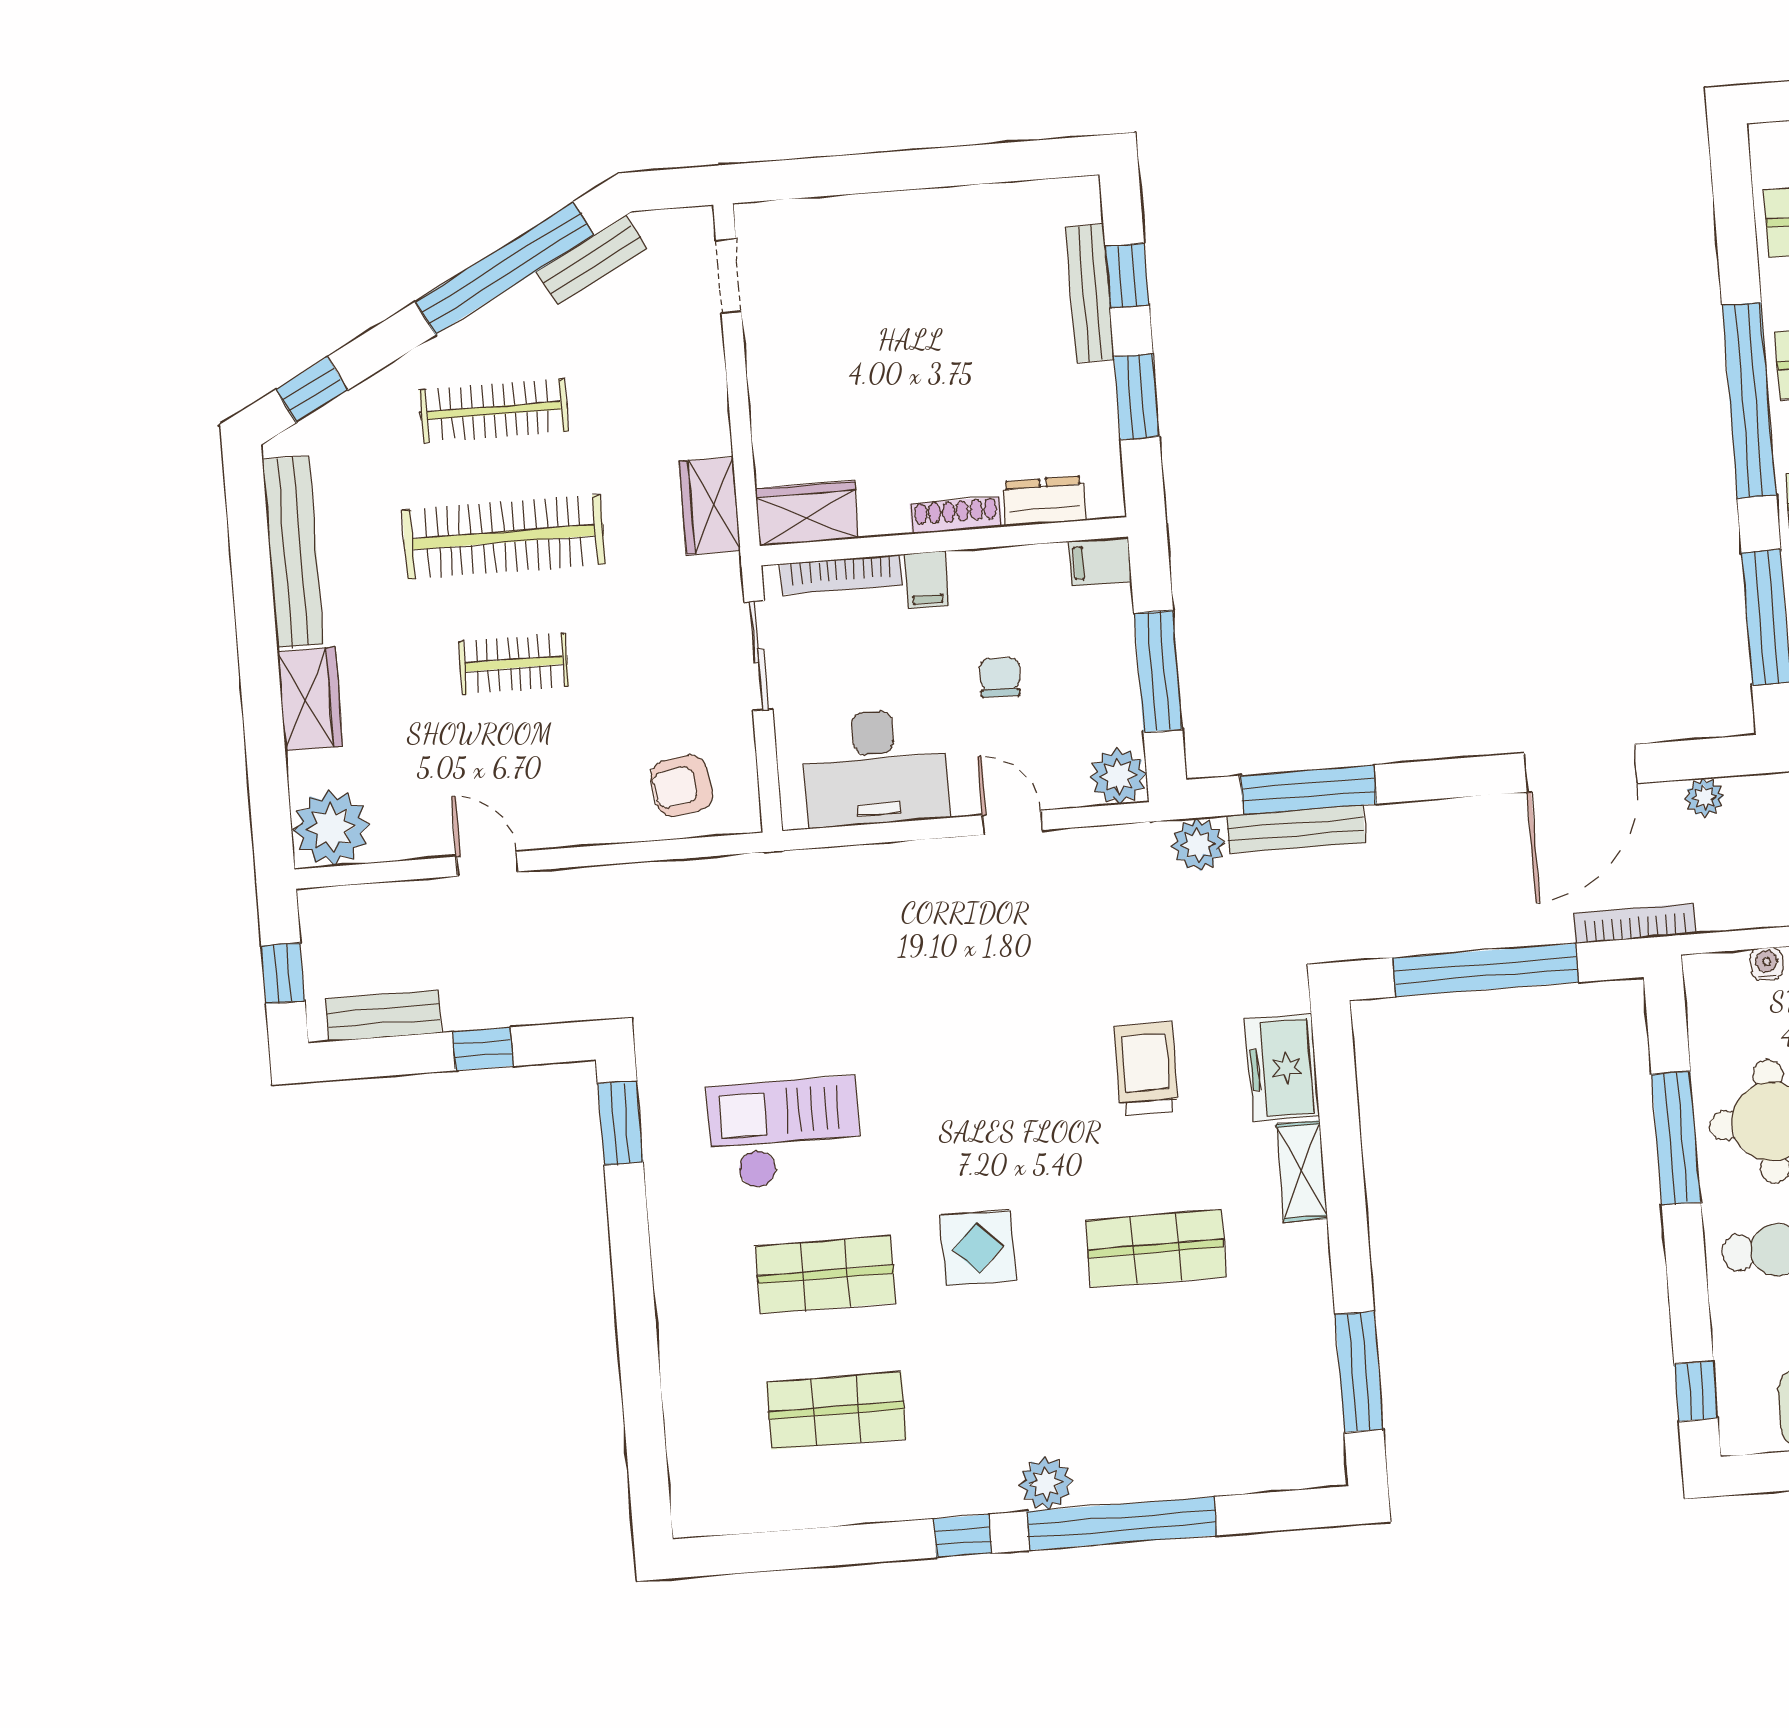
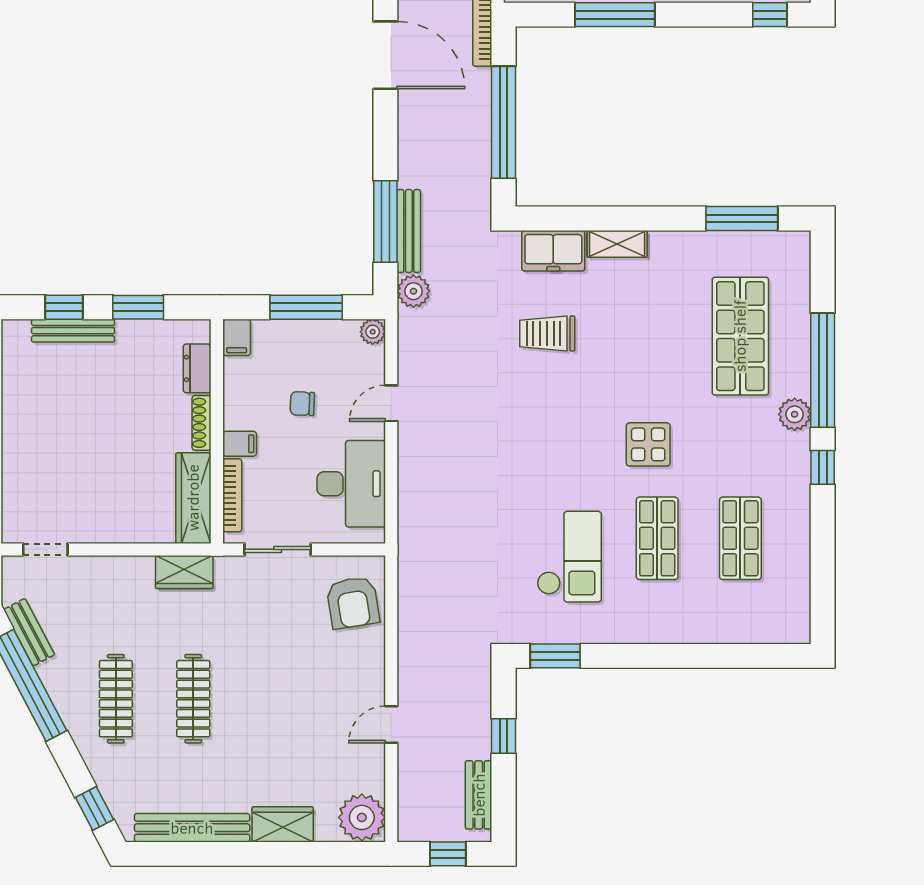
wardrobe: (807, 514) -> (193, 498), width x1.50
clothes rail: (504, 537) -> (193, 699), width x0.73, depth x0.76
clothes rail: (514, 664) -> (271, 699), removed
plant: (1118, 776) -> (373, 332), width x0.73, depth x0.73
armchair: (682, 786) -> (353, 602), width x1.38, depth x1.38
checkout: (784, 1133) -> (569, 557), turned 180
shop shelf: (1156, 1249) -> (740, 336), moved, width x1.43, depth x1.36

